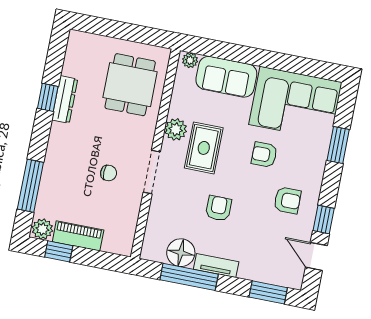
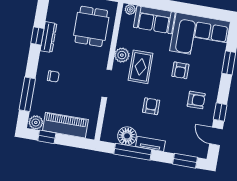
armchair: (264, 155) -> (180, 70), turned -90
chair: (109, 173) -> (53, 76), moved
piano: (78, 236) -> (65, 125), width x1.37, depth x1.33

